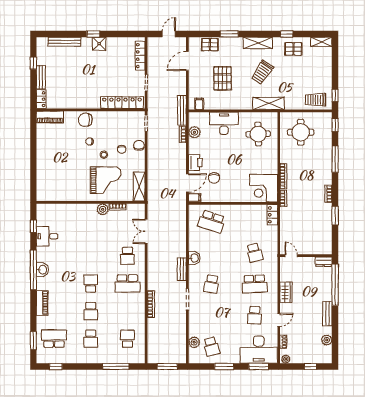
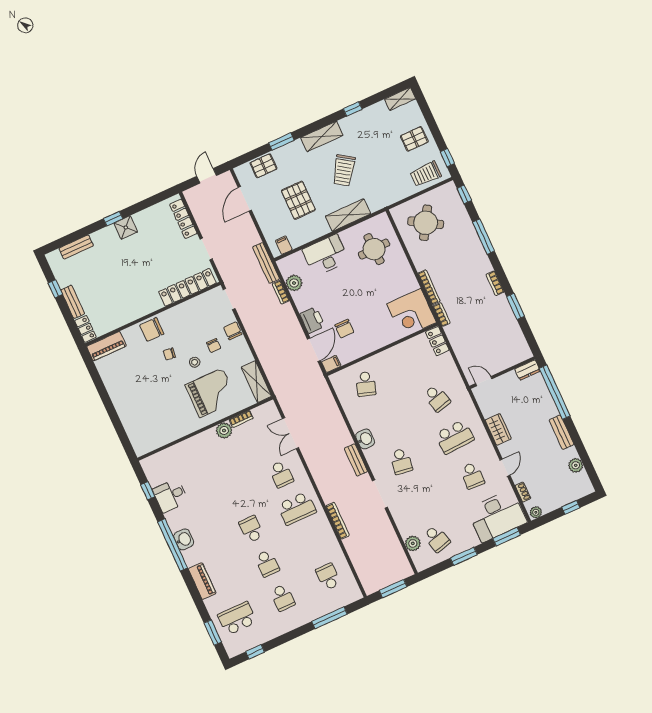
bench: (64, 42) -> (76, 247), width x0.73
pallet: (293, 49) -> (414, 139), moved
shelving: (269, 103) -> (348, 215), moved
round table: (301, 132) -> (426, 223), turned 31
school desk: (211, 221) -> (366, 384), width x0.54

